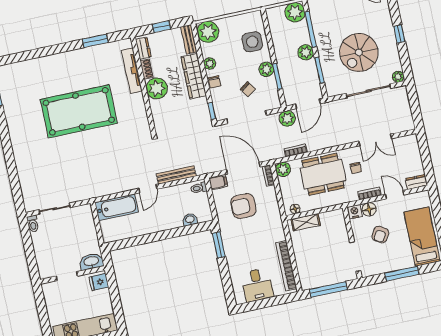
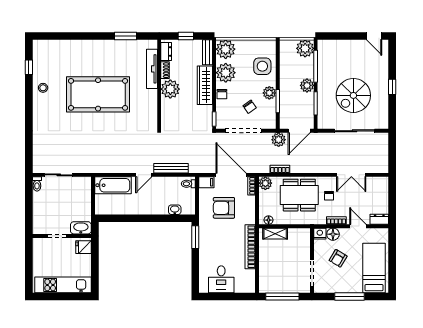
plant: (210, 64) -> (226, 73), width x1.87, depth x1.87
plant: (398, 77) -> (383, 124), removed
stool: (17, 117) -> (43, 88), added
bookcase: (286, 266) -> (250, 247), moved

